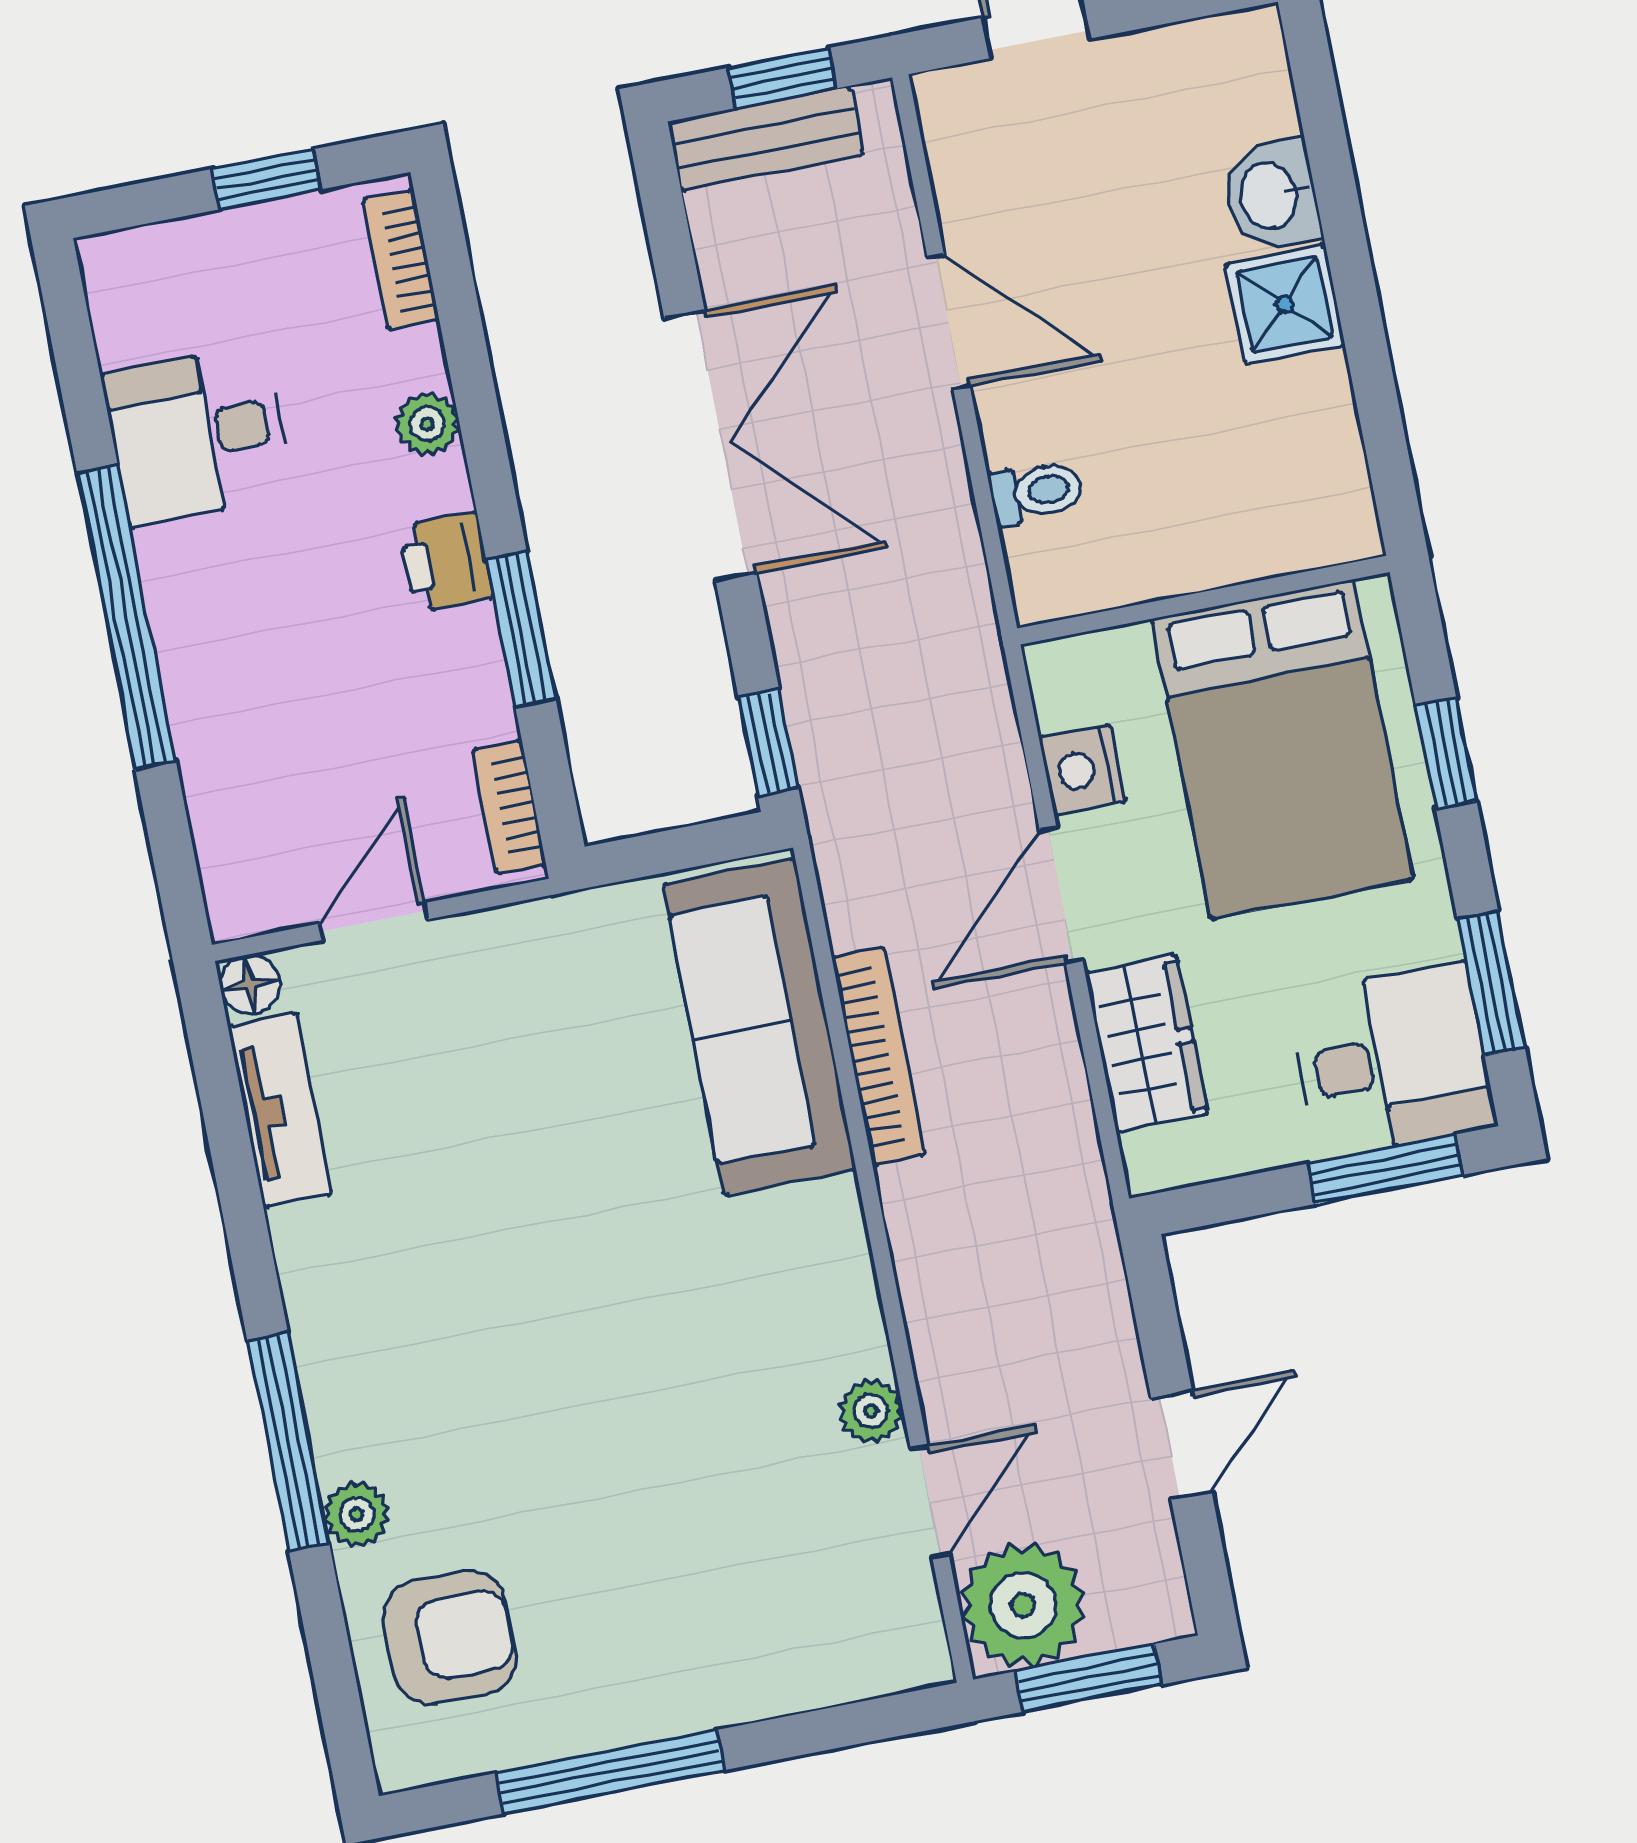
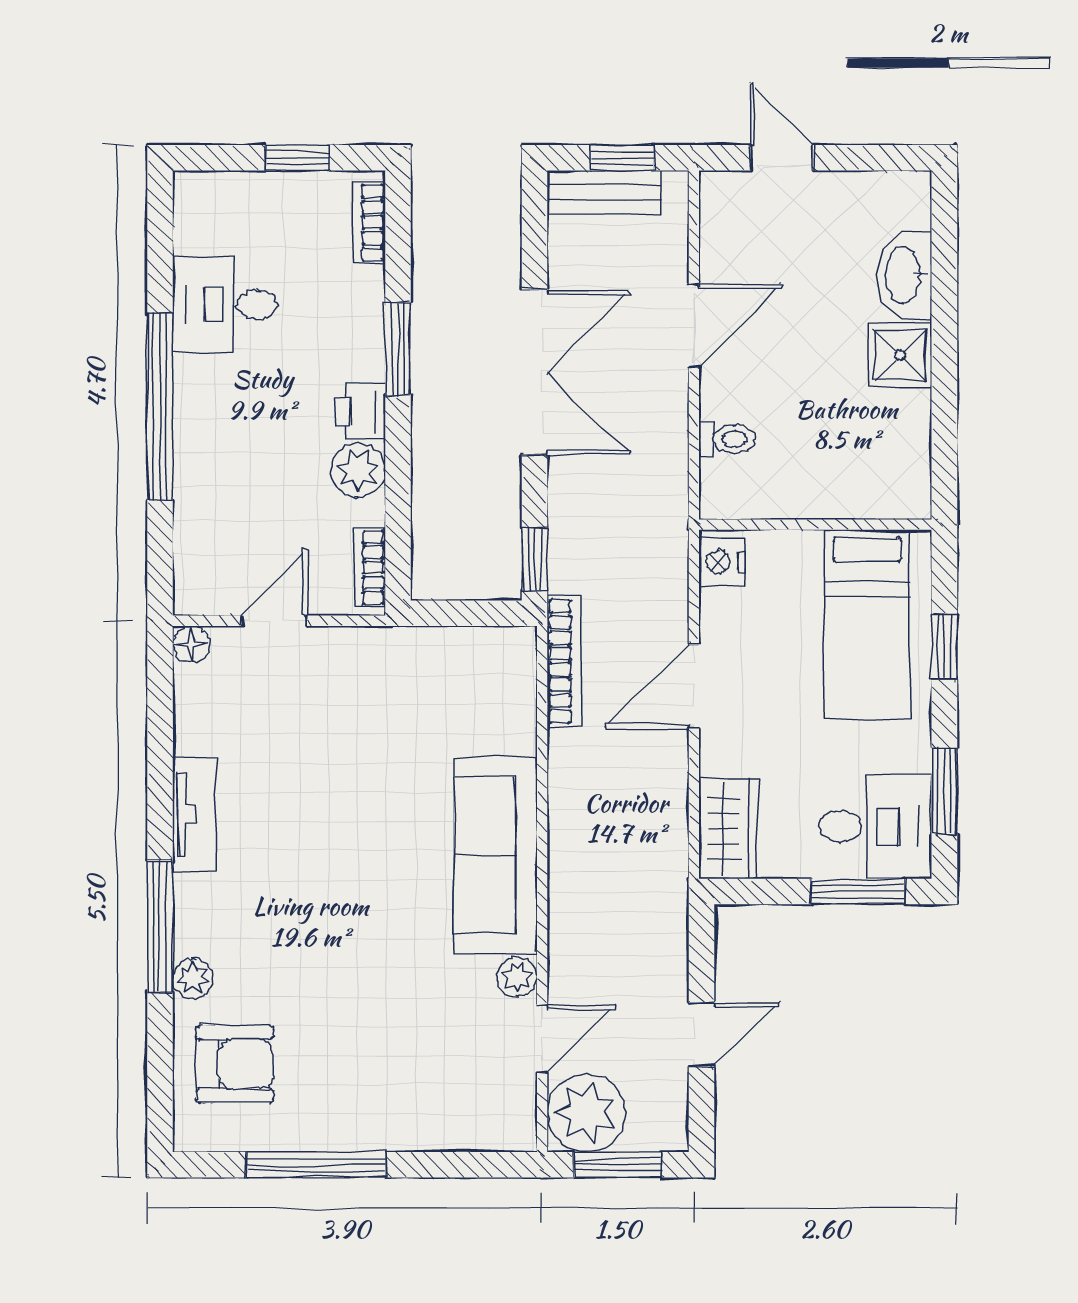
washbasin: (1271, 195) -> (905, 275), width x1.38
door: (949, 322) -> (694, 325), hinge flipped
plant: (427, 424) -> (358, 470), moved, width x1.38, depth x1.38
window: (521, 629) -> (398, 349), moved
bed: (1283, 749) -> (867, 624), width x0.67
nightstand: (1082, 770) -> (722, 562), moved
sofa: (760, 1027) -> (495, 855), moved
wardrobe: (1147, 1043) -> (728, 829), moved
bookcase: (878, 1056) -> (564, 661), moved
tv unit: (280, 1110) -> (195, 814), moved

